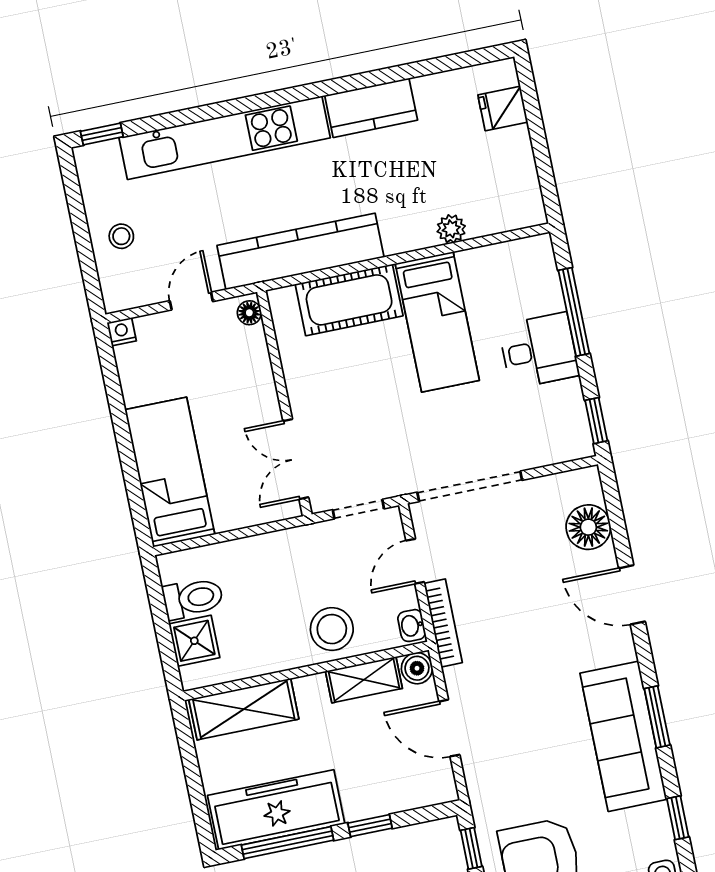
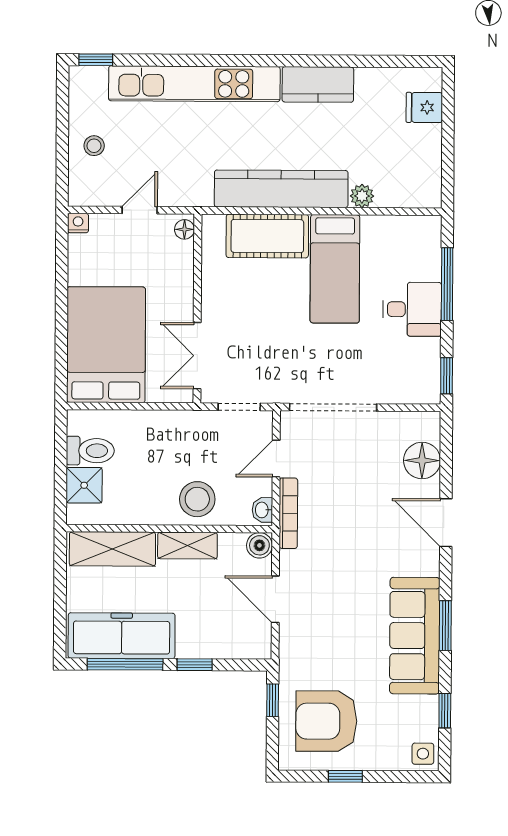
kitchen counter: (300, 251) -> (281, 189), moved
bed: (170, 472) -> (106, 345), width x1.50
shelving: (364, 680) -> (187, 546), moved

